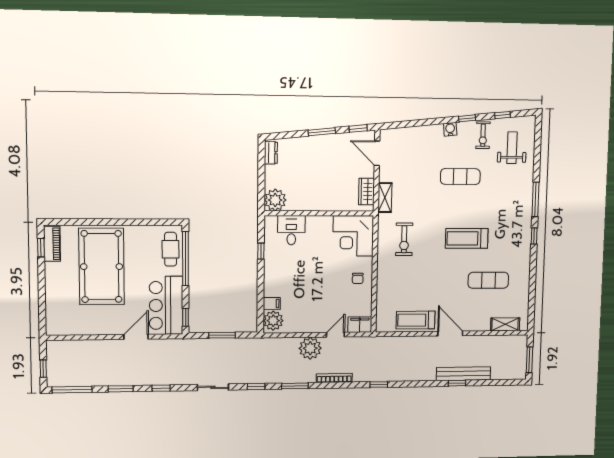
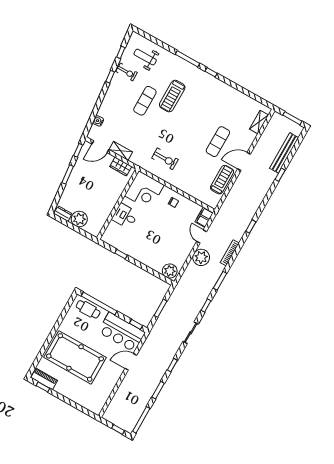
water cooler: (450, 129) -> (98, 121), moved
shelving: (385, 198) -> (121, 151), moved
plant: (275, 200) -> (79, 219), moved
desk: (291, 230) -> (125, 216), moved
treadmill: (467, 238) -> (172, 96), moved
exercise mat: (488, 280) -> (218, 142), moved
filing cabinet: (272, 304) -> (158, 266), removed
treadmill: (416, 320) -> (222, 180), turned 180
door: (136, 337) -> (131, 362), hinge flipped
bench: (463, 374) -> (284, 153), moved

